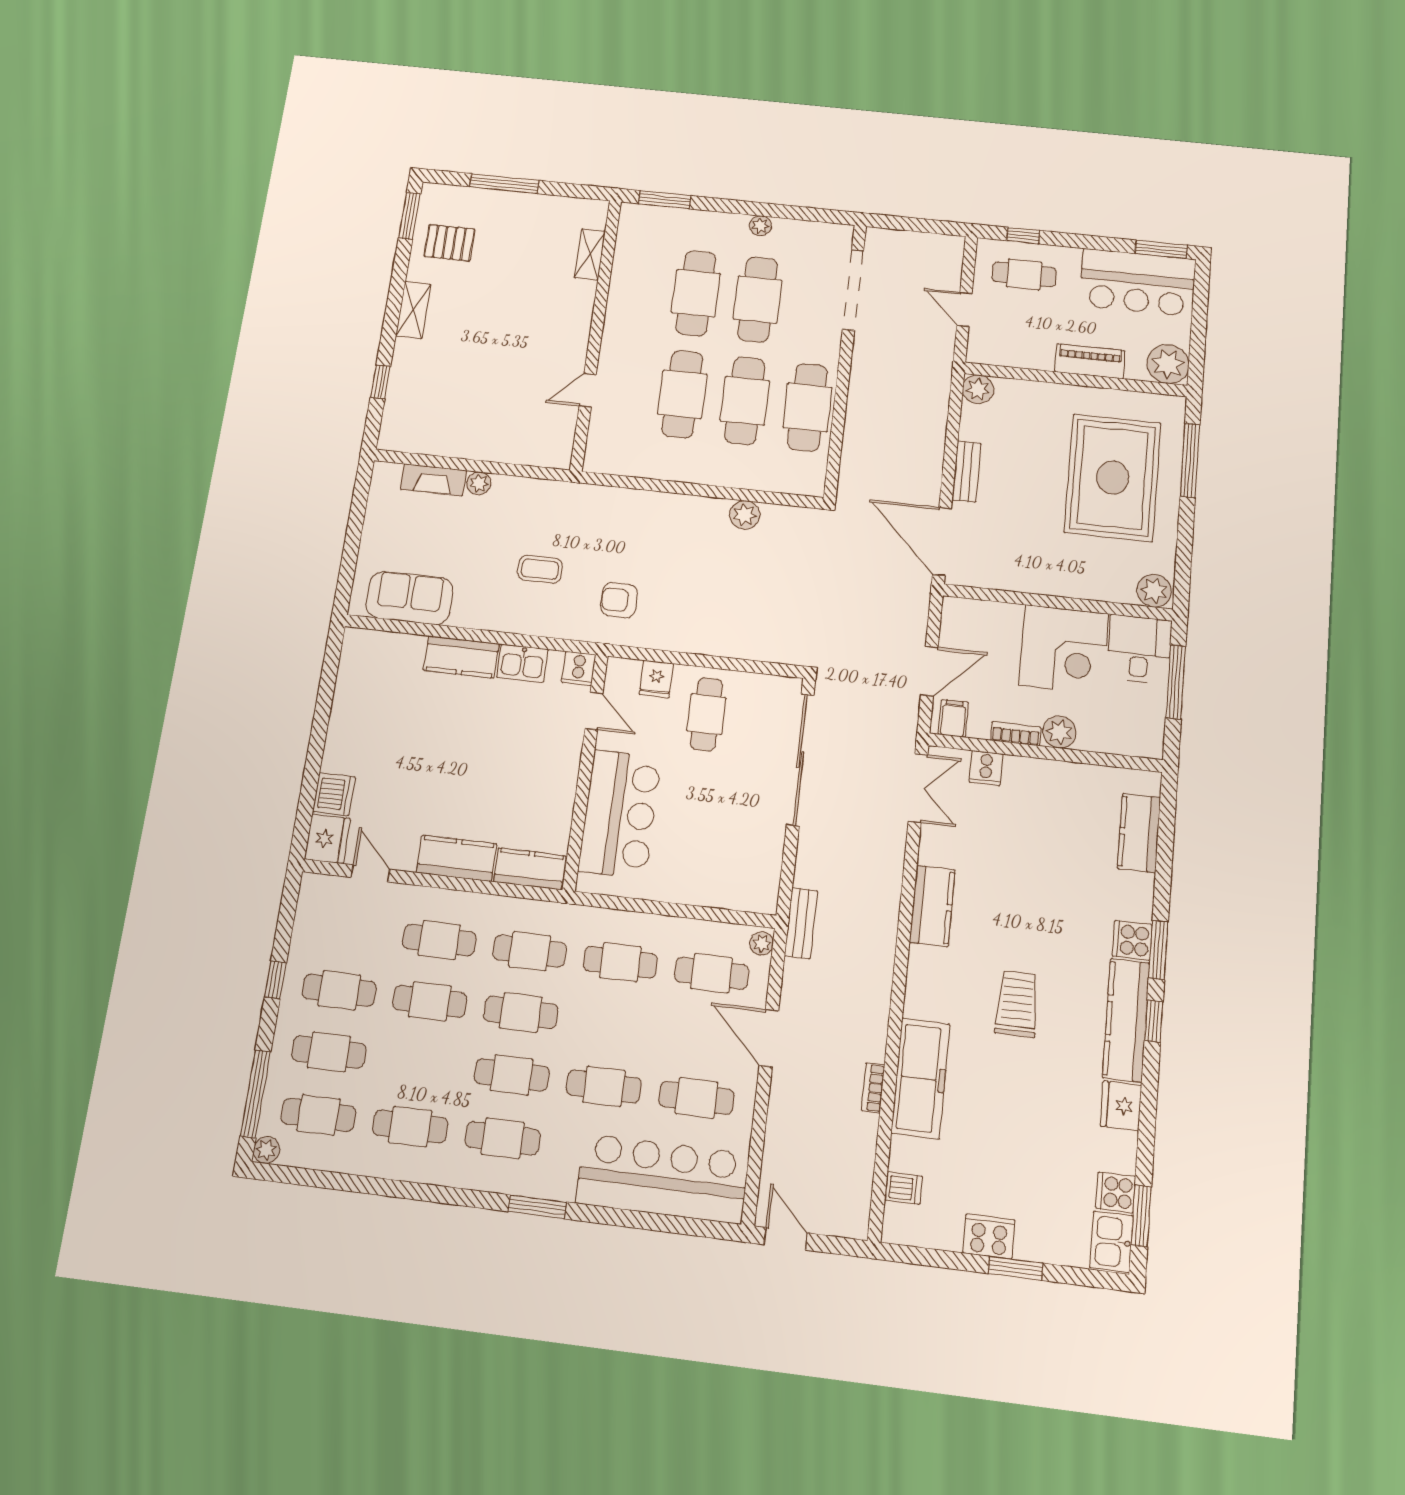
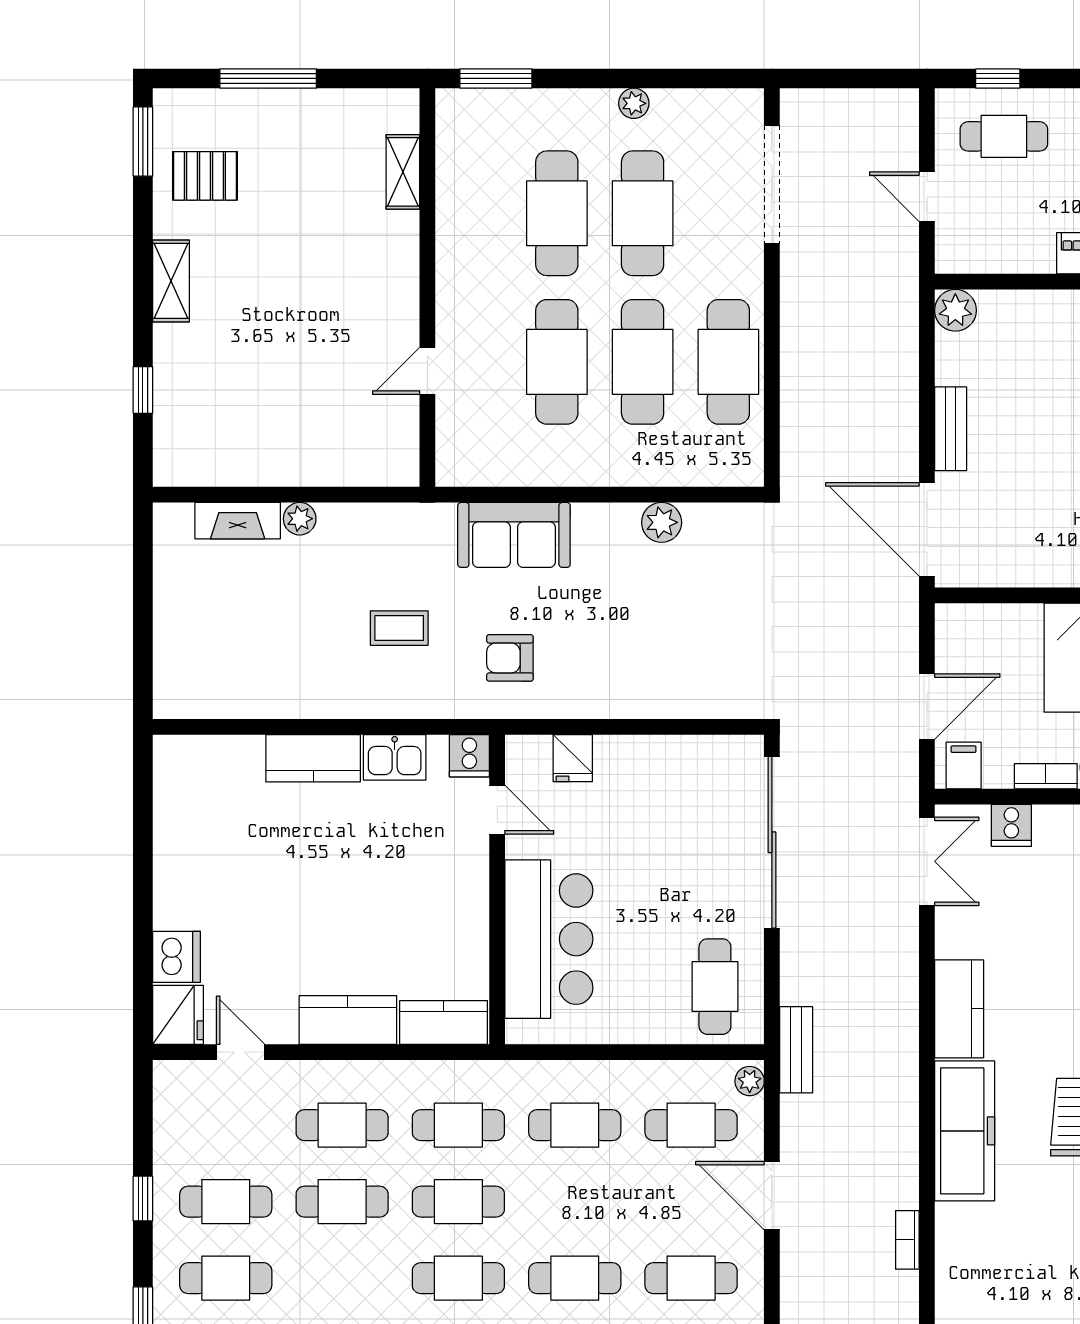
sofa: (410, 598) -> (514, 535), moved, turned 180
cafe table: (706, 714) -> (715, 987), moved
freezer: (921, 1078) -> (965, 1131), moved

